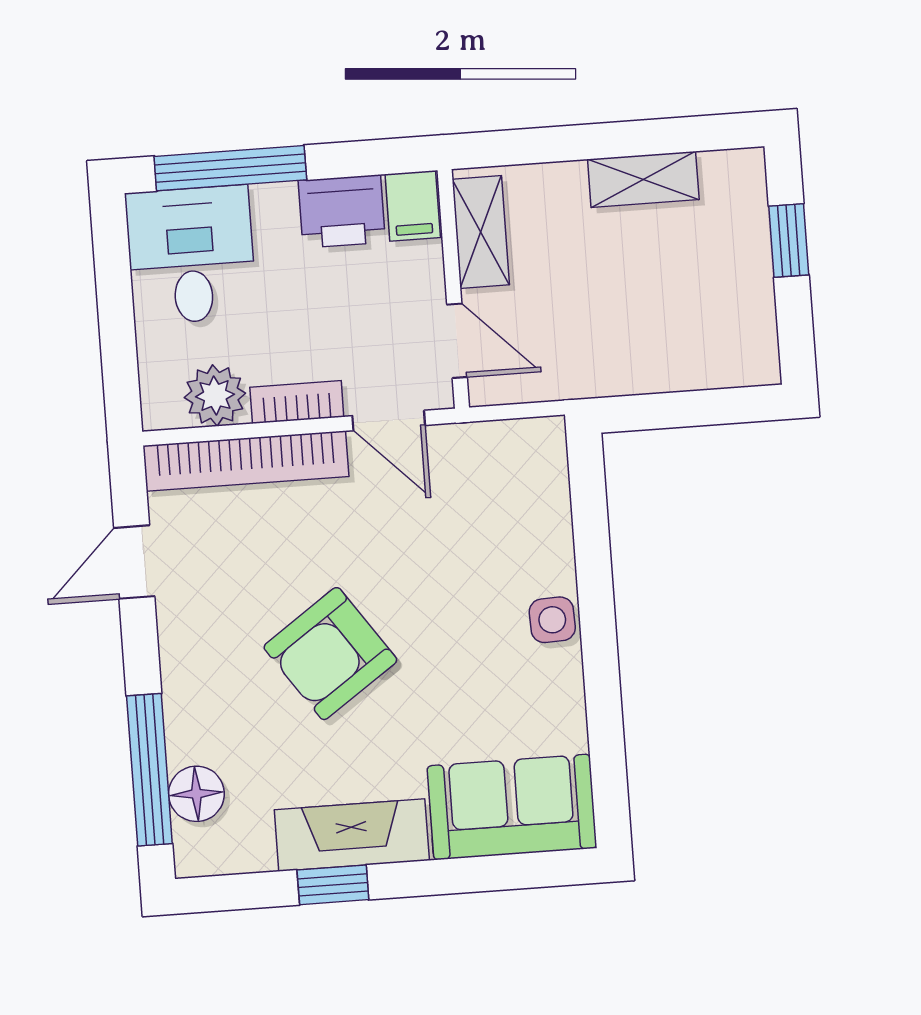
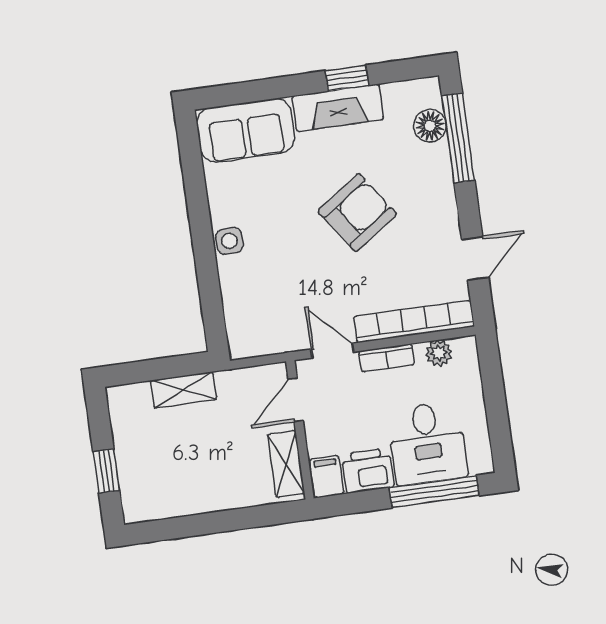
shelving: (643, 179) -> (184, 390), moved
desk: (191, 255) -> (427, 443), moved
door: (457, 341) -> (296, 400), hinge flipped
plant: (215, 395) -> (439, 353), width x0.73, depth x0.73

